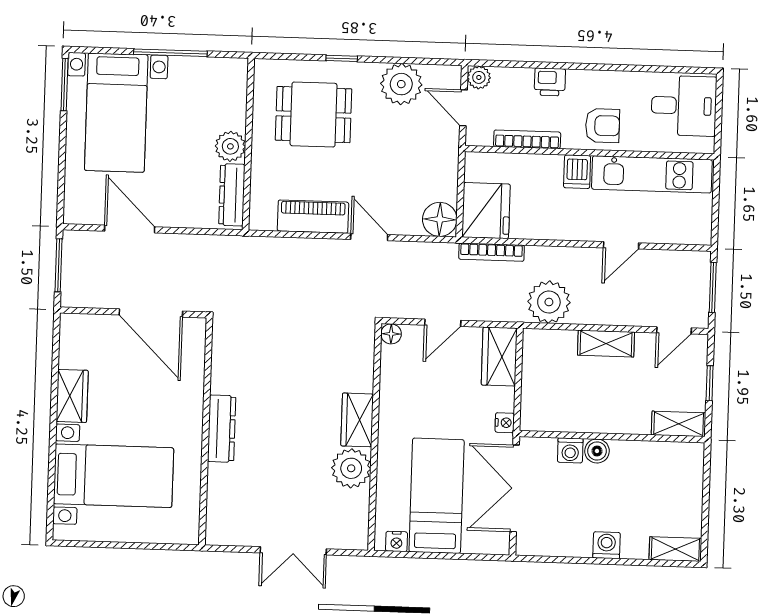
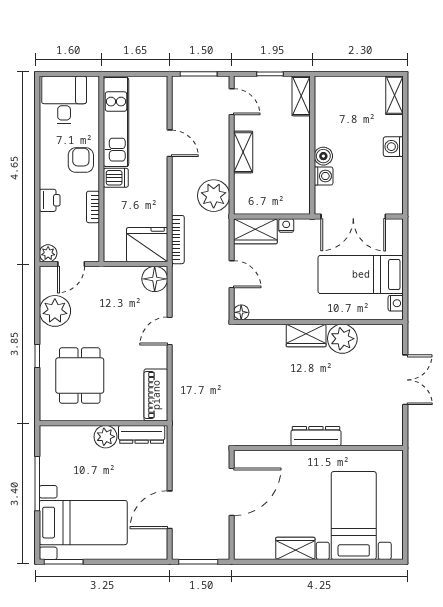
bookcase: (527, 139) -> (93, 207), width x0.64
piano: (313, 217) -> (156, 395), moved
nightstand: (505, 423) -> (286, 226), moved

